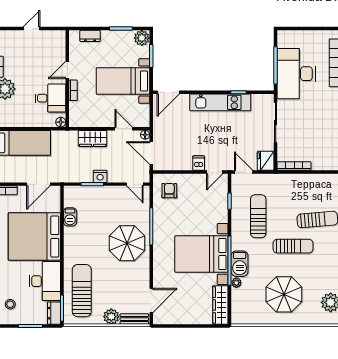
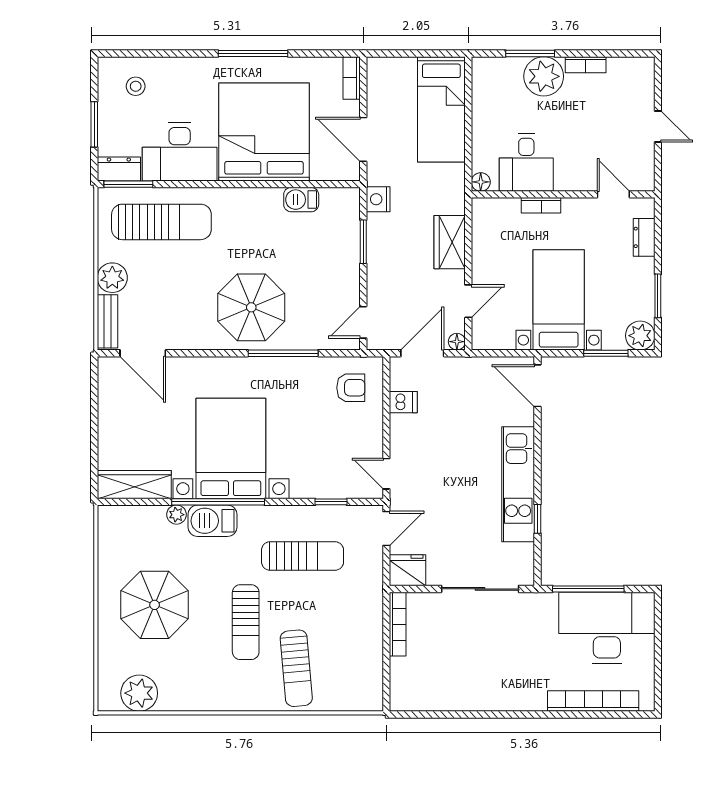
door: (67, 70) -> (613, 194), moved
desk: (296, 74) -> (607, 628), moved
dishwasher: (199, 163) -> (403, 402), moved
nightstand: (100, 176) -> (378, 199), moved

